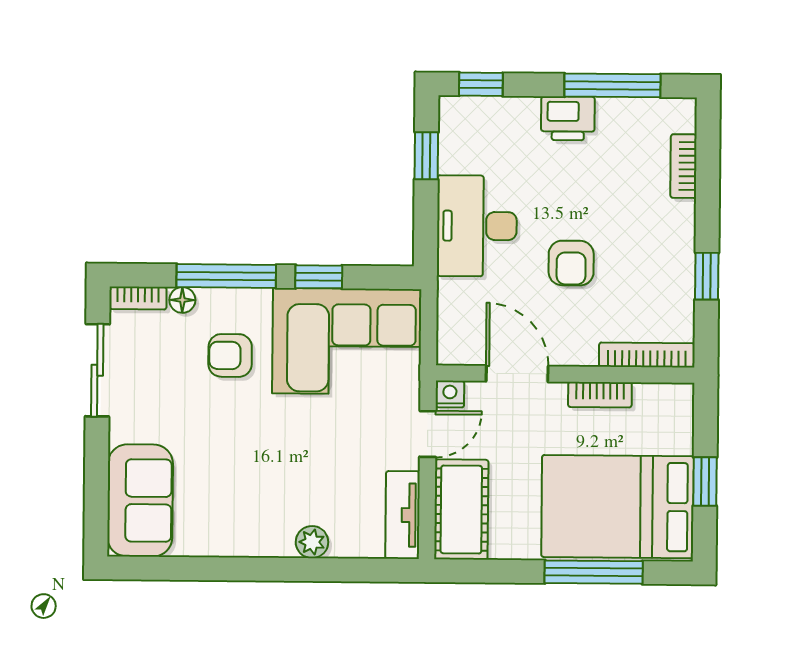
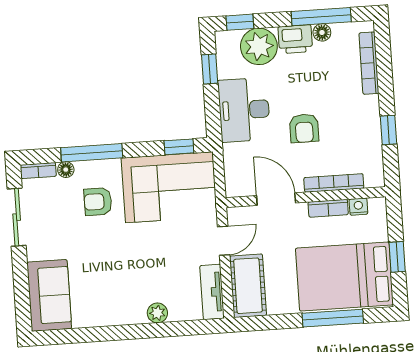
floor lamp: (612, 111) -> (322, 32), added
plant: (509, 126) -> (259, 46), added
bookcase: (684, 166) -> (369, 63), width x1.56
window: (319, 277) -> (179, 147), moved
bookcase: (647, 355) -> (334, 183), moved
nightstand: (450, 394) -> (358, 207), moved

